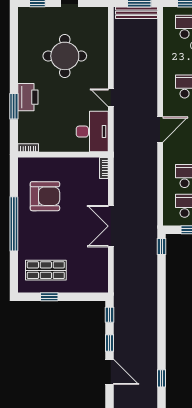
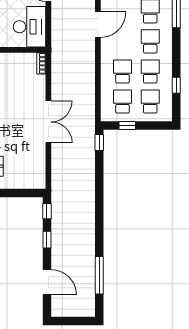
double door: (111, 226) -> (48, 122), swing flipped
door: (110, 372) -> (47, 282), moved
window: (161, 378) -> (99, 275), width x2.17

